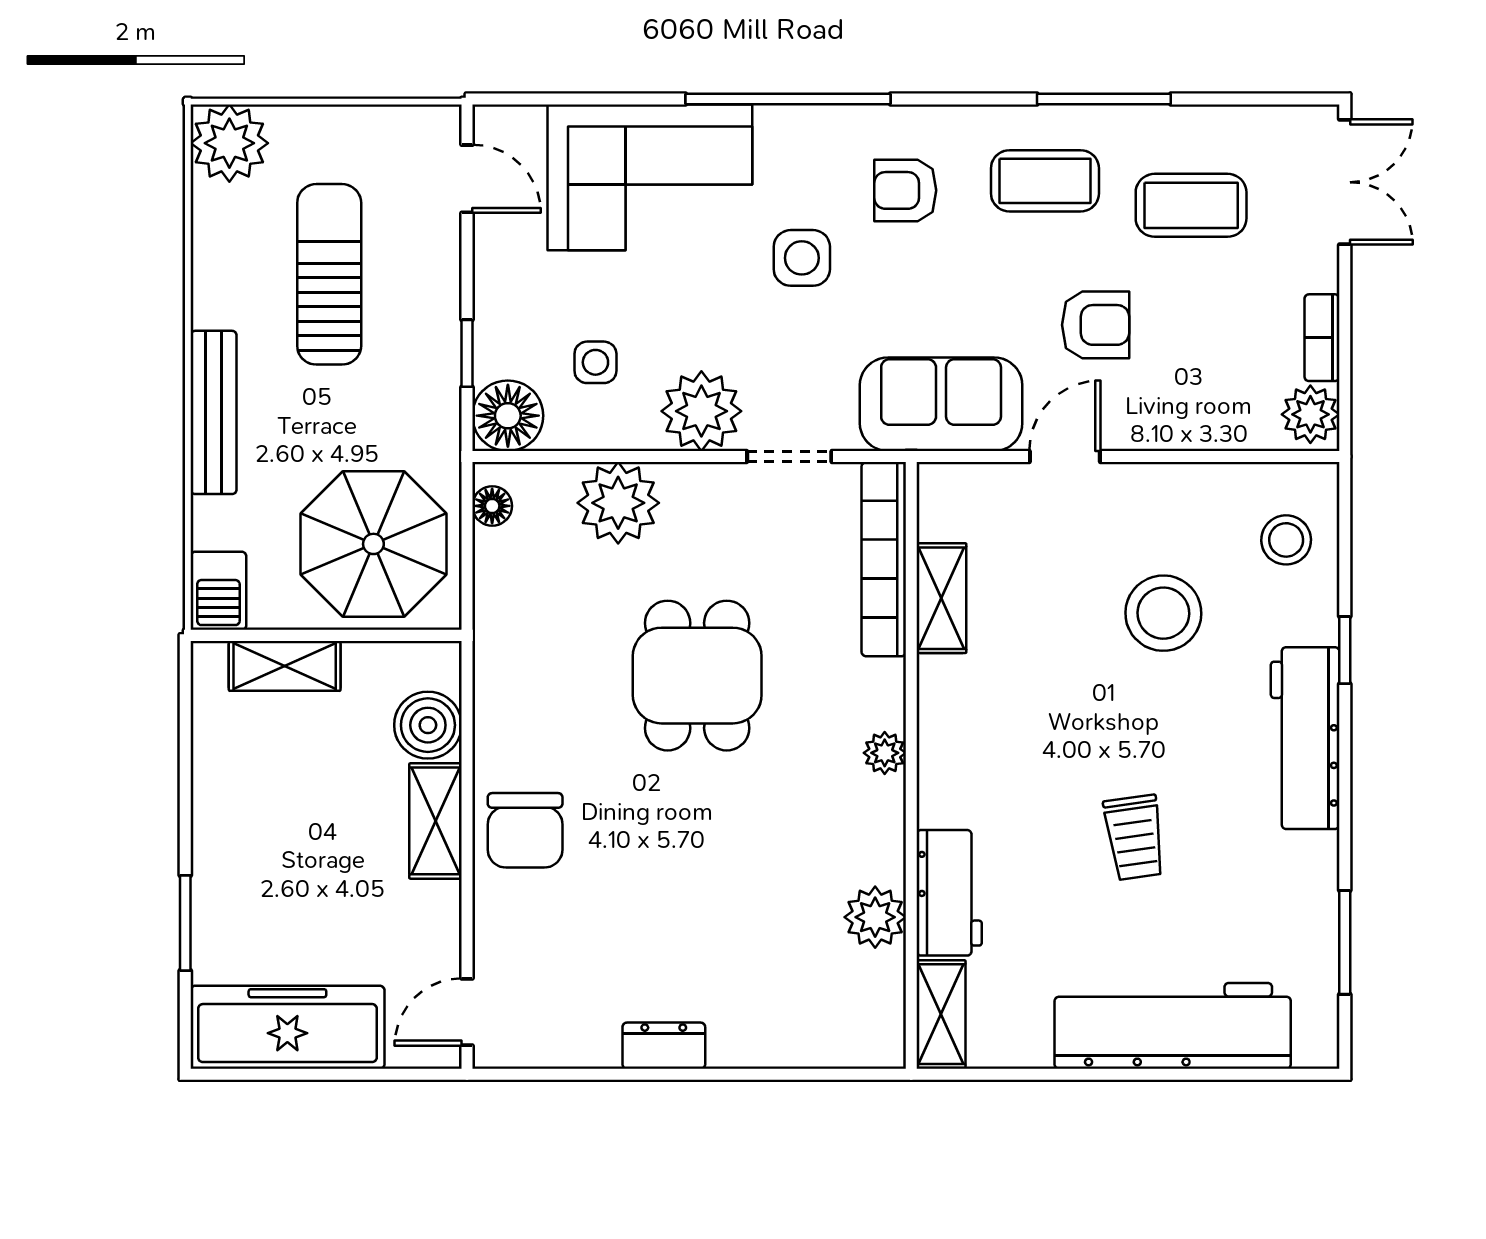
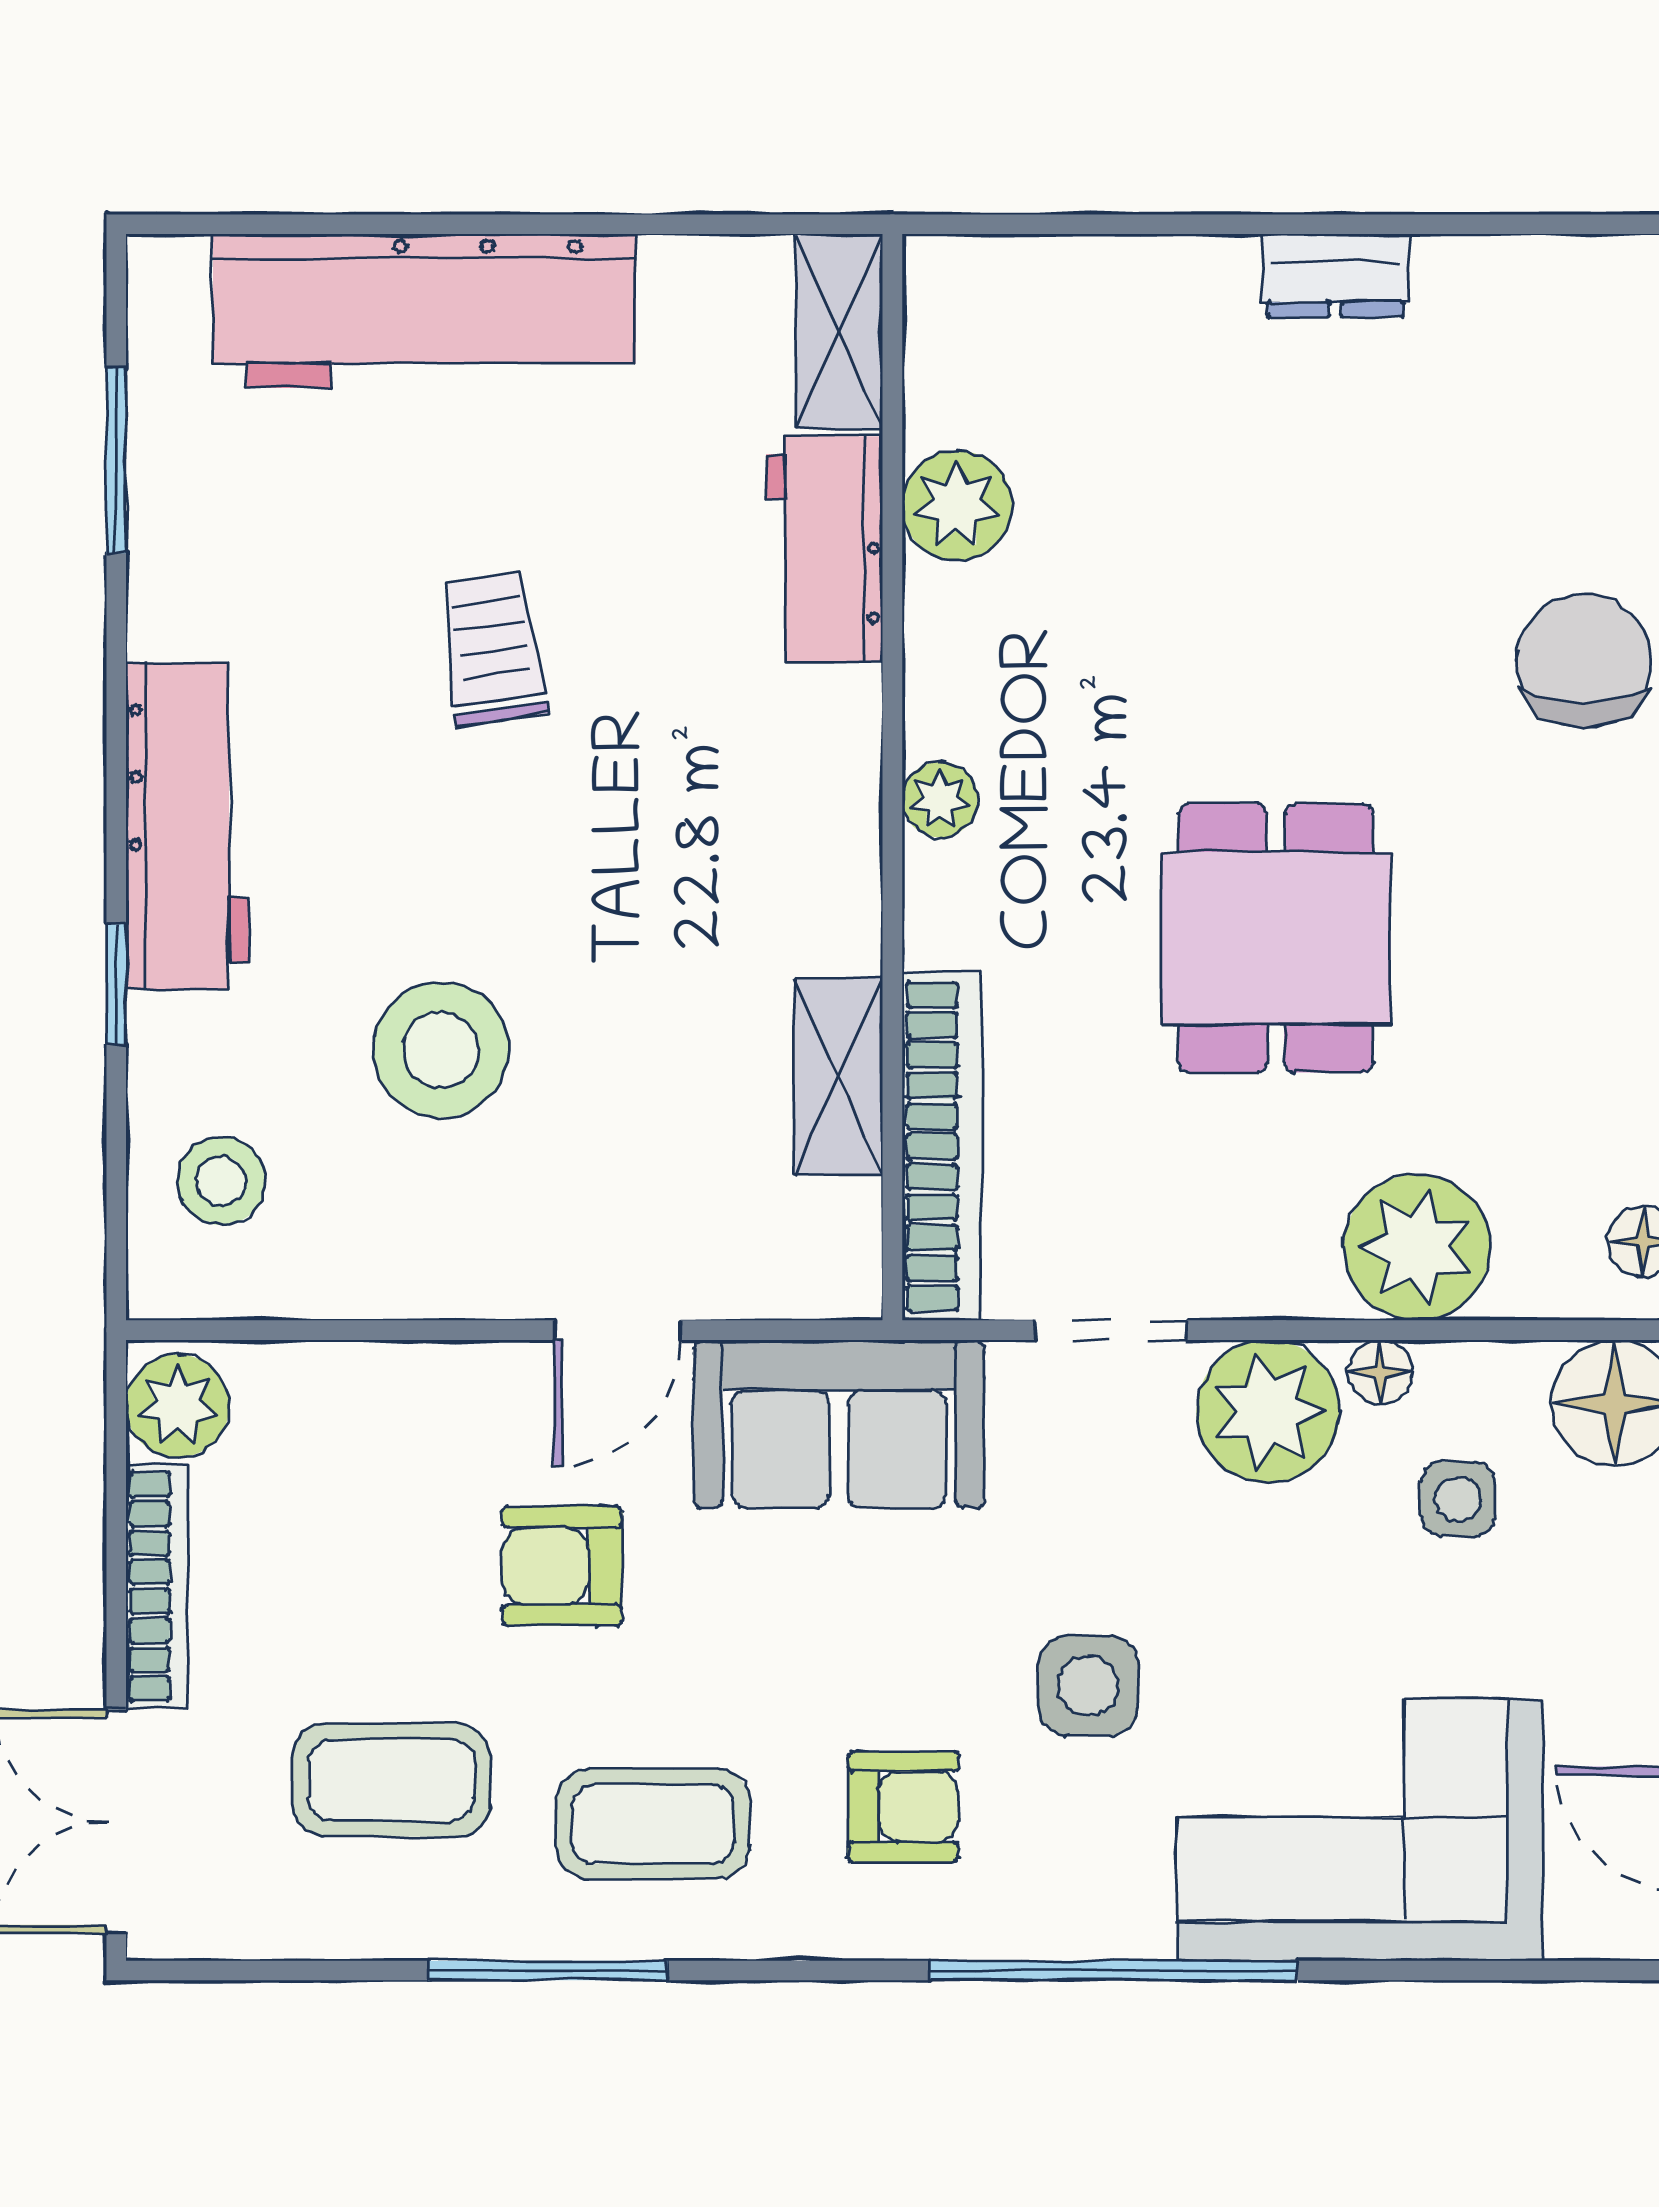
bookcase: (1322, 338) -> (157, 1587), width x1.56
floor lamp: (639, 433) -> (1380, 1372), added

